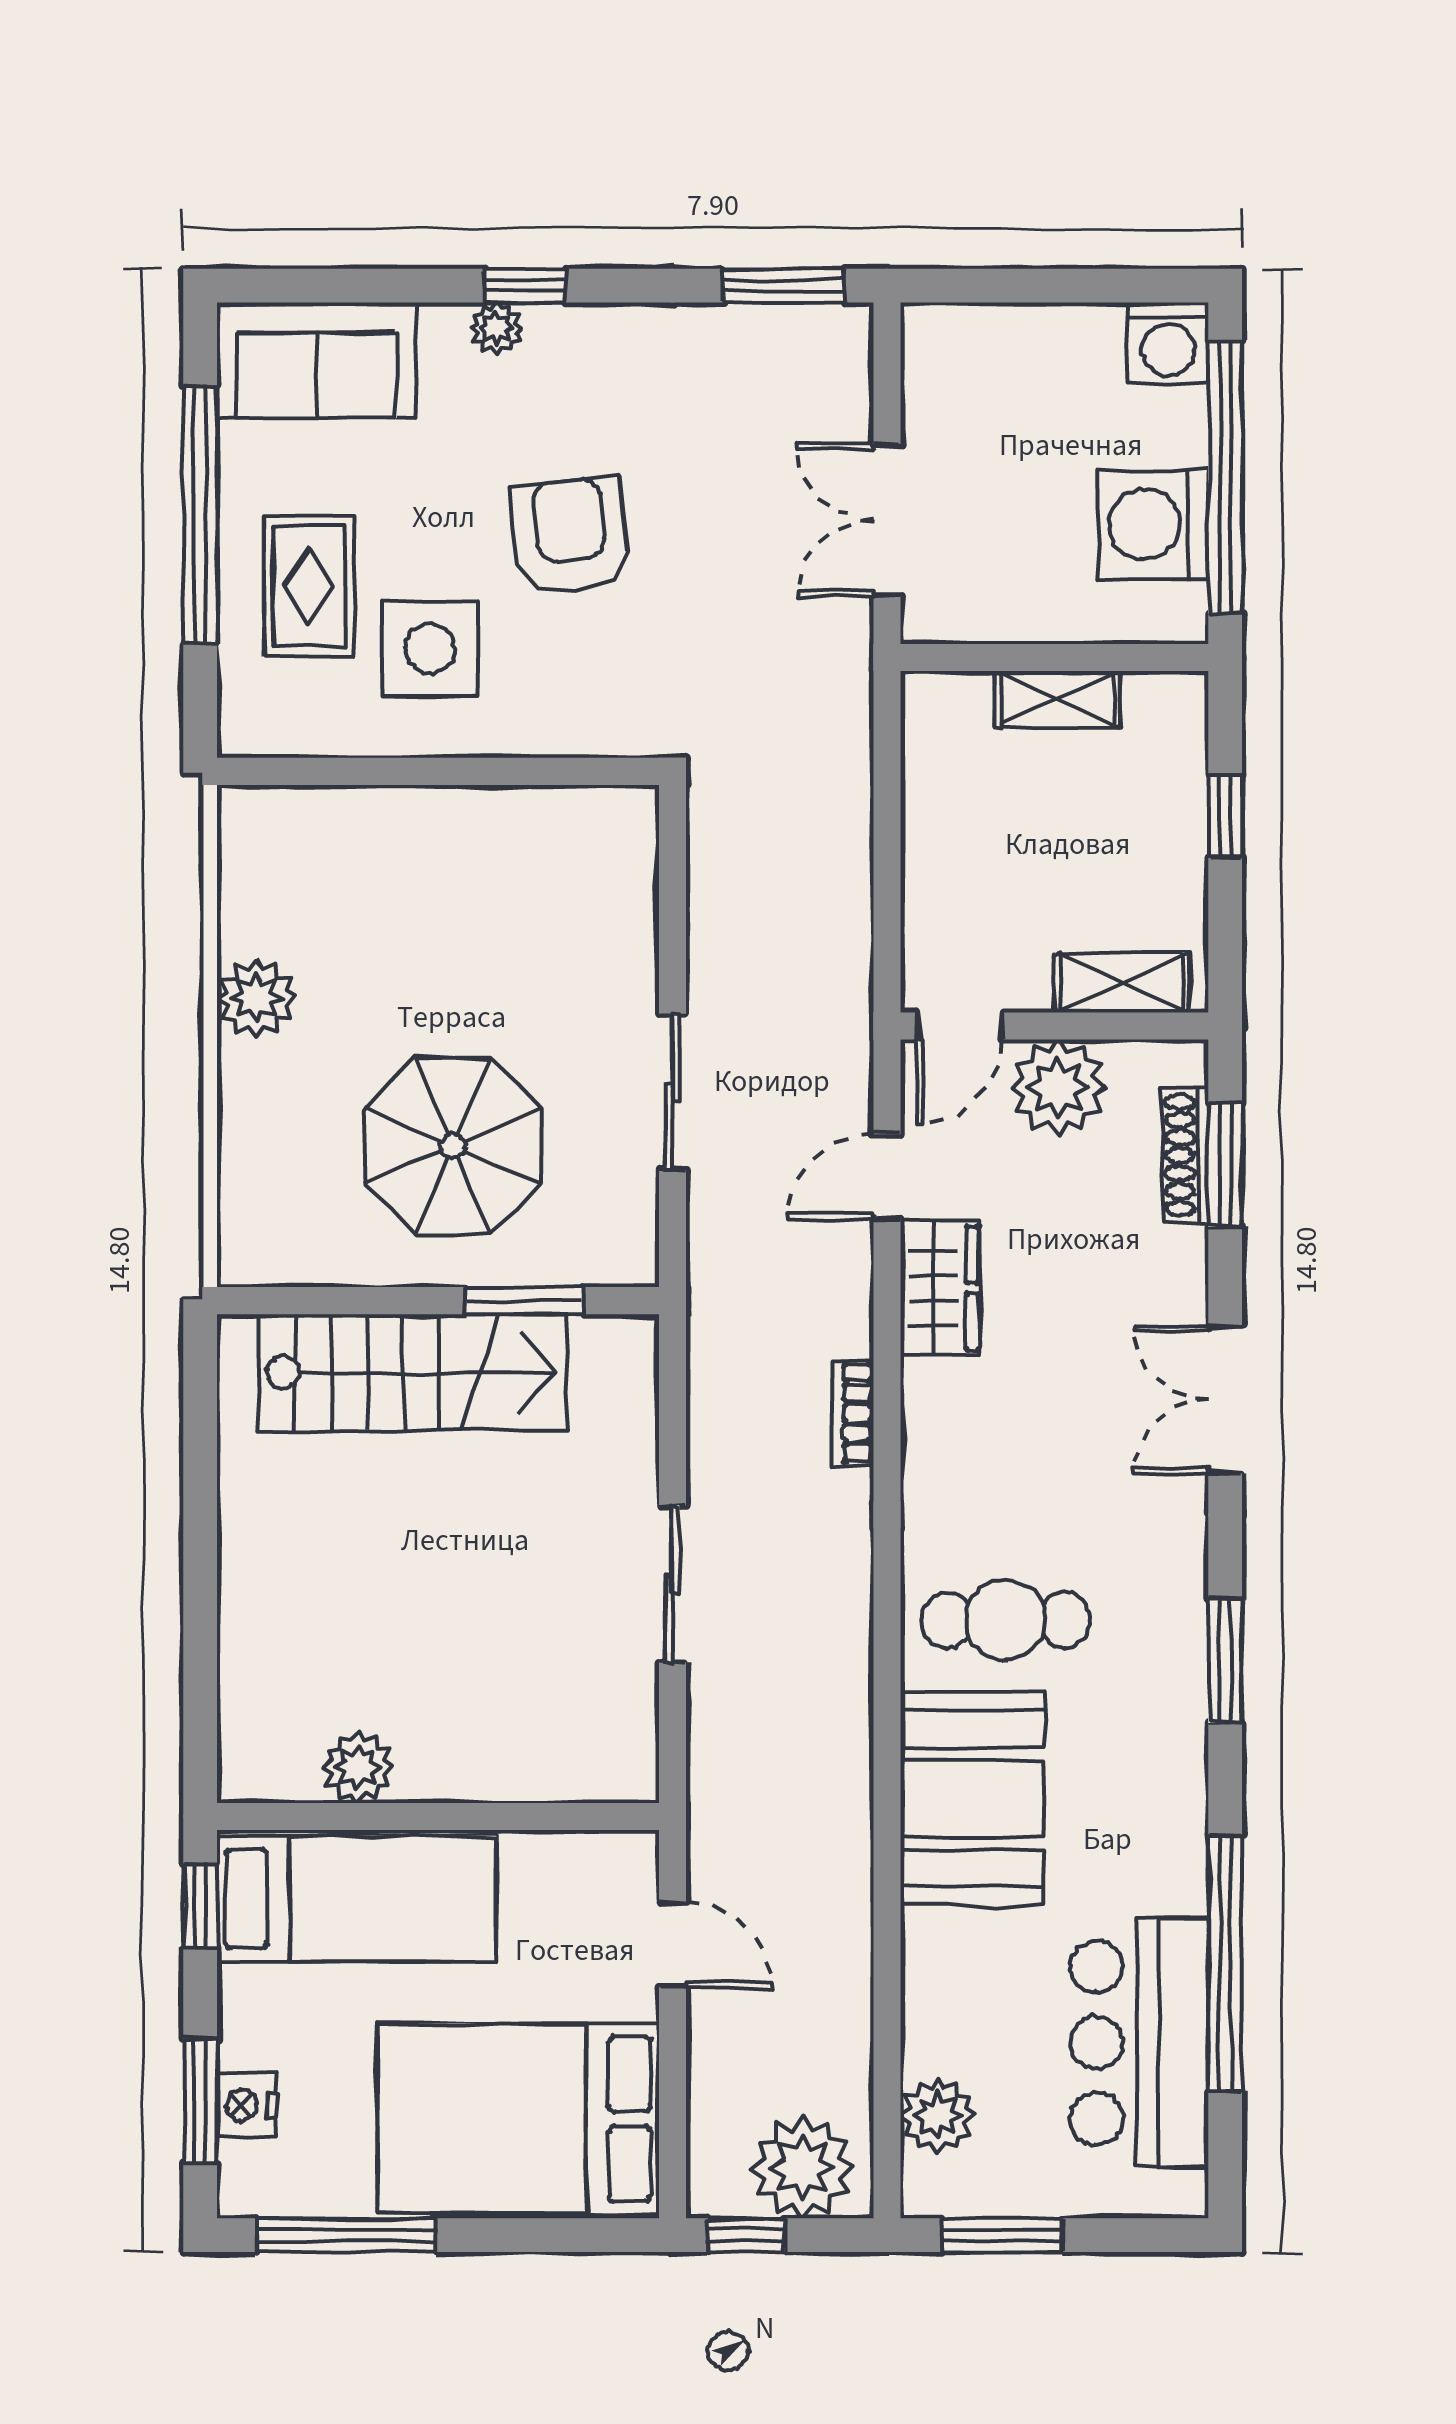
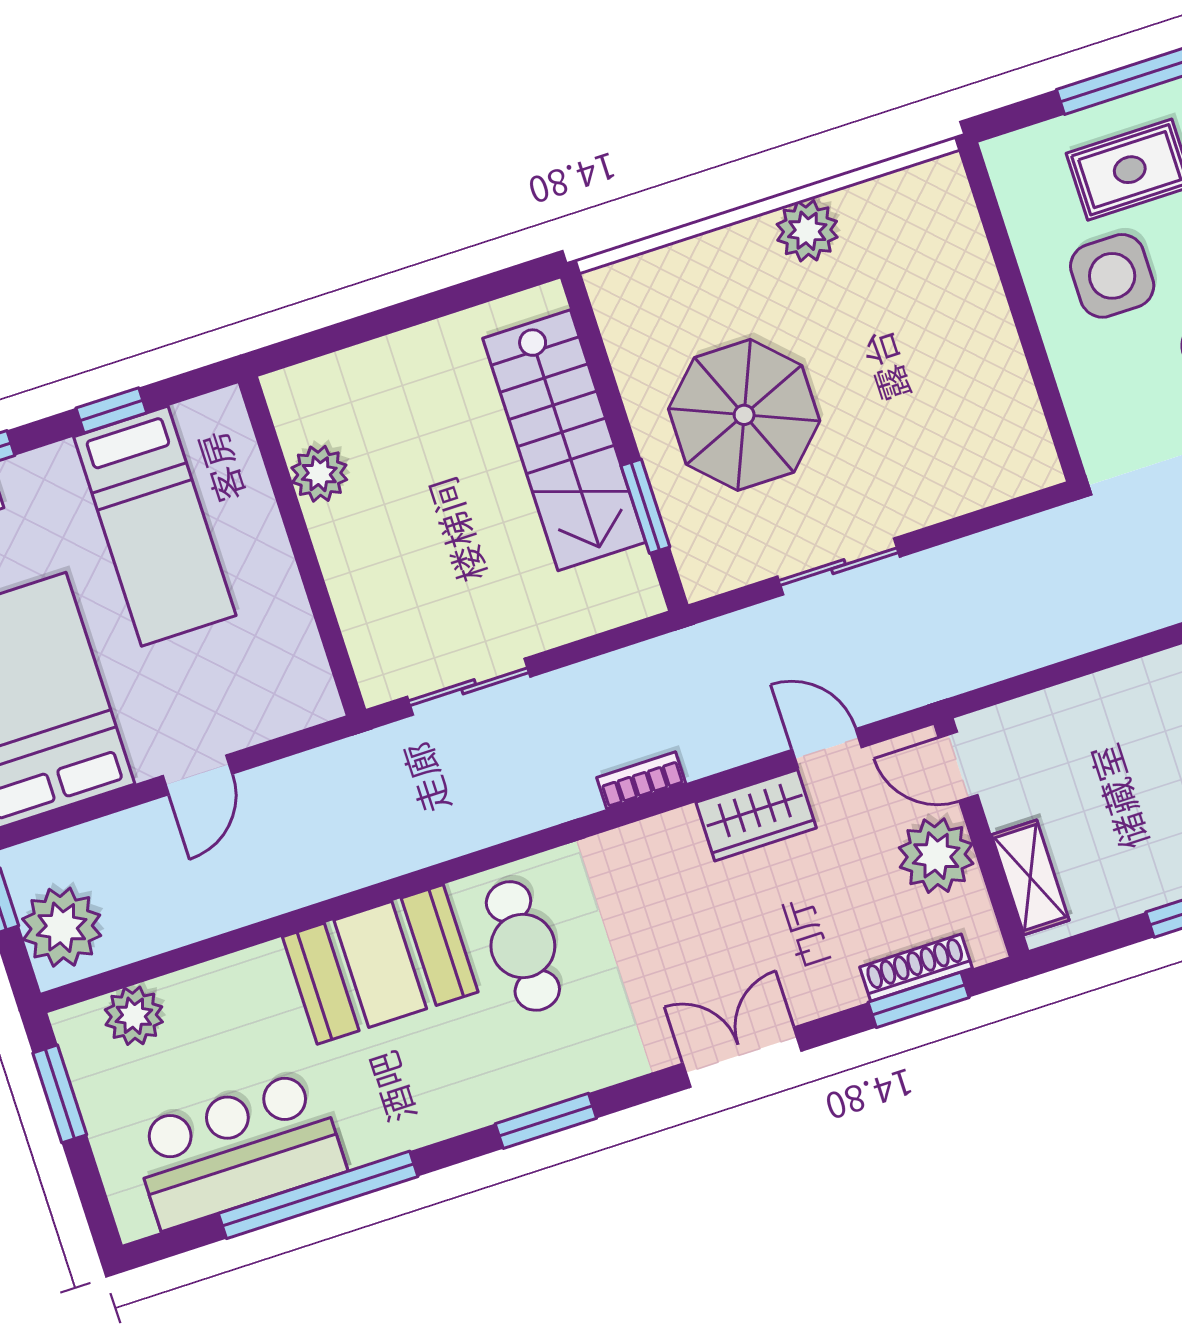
plant: (358, 1767) -> (319, 474), moved
wall: (438, 1816) -> (302, 546), moved

